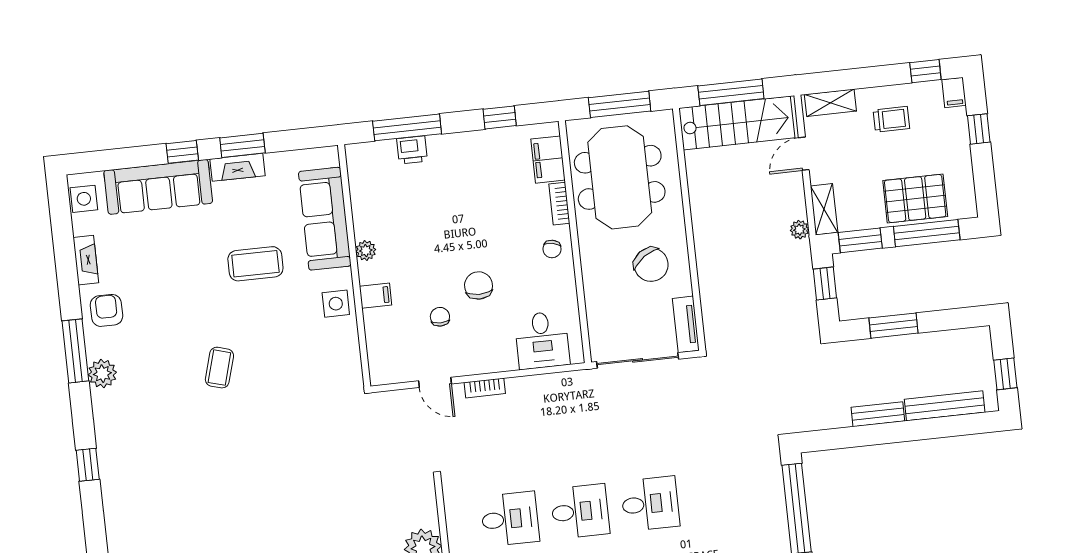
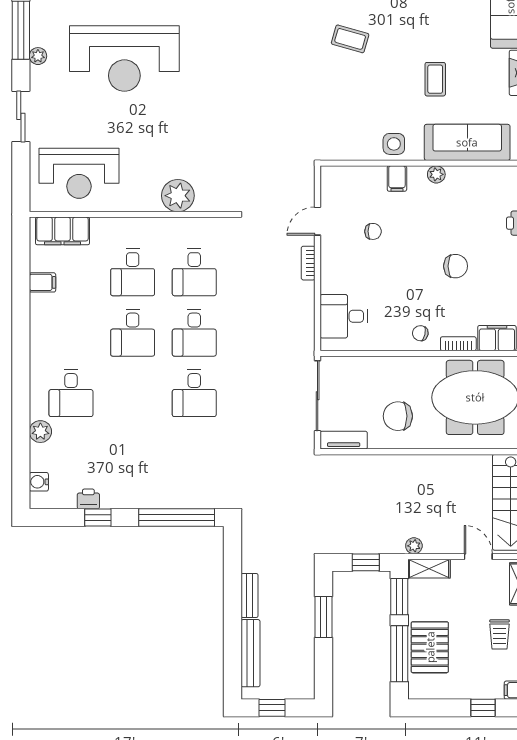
coffee table: (255, 264) -> (435, 79), width x0.73, depth x0.77
chair: (651, 265) -> (398, 416), turned 35
chair: (479, 285) -> (456, 266), moved

